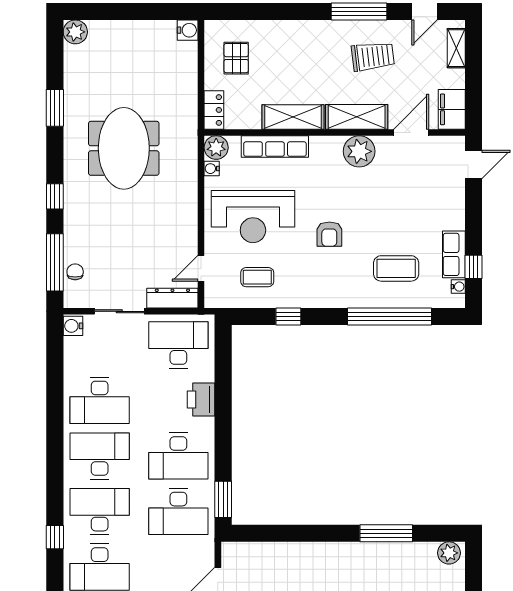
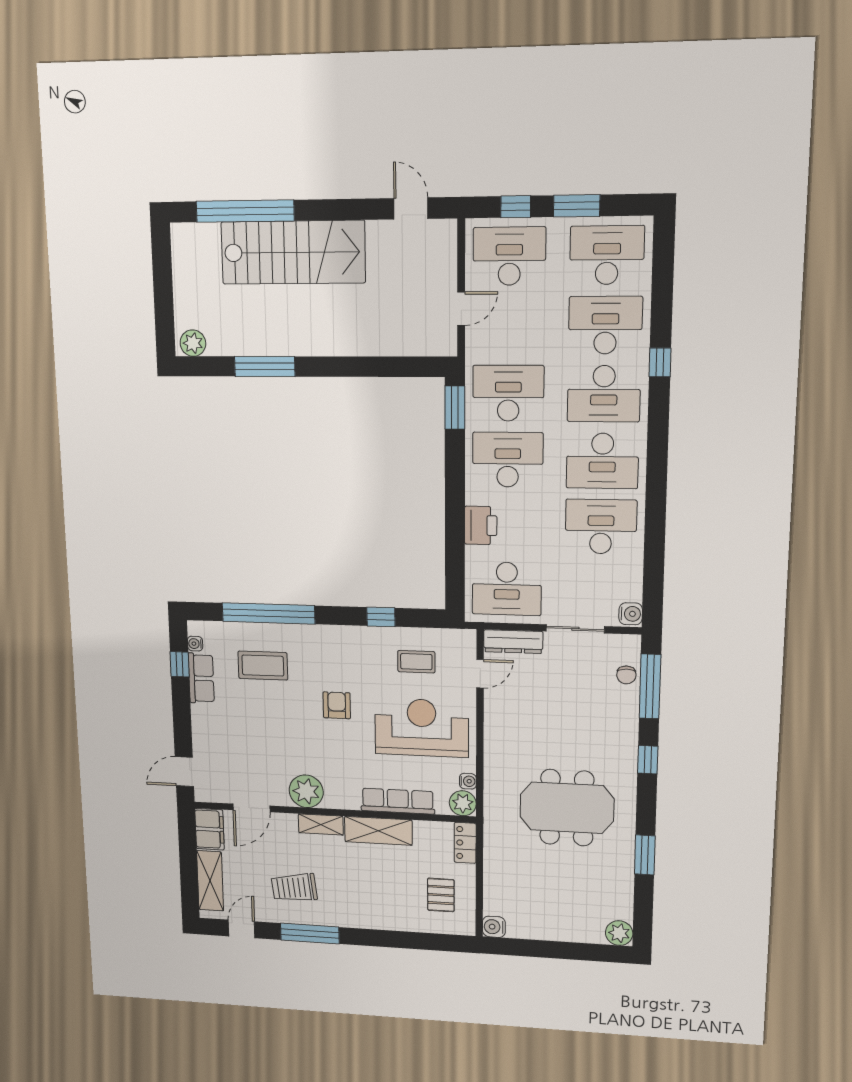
shelving: (456, 48) -> (210, 881), width x1.50, depth x1.33
shelving: (357, 117) -> (321, 824), width x0.67, depth x0.75
meeting table: (124, 148) -> (567, 808), turned 90

